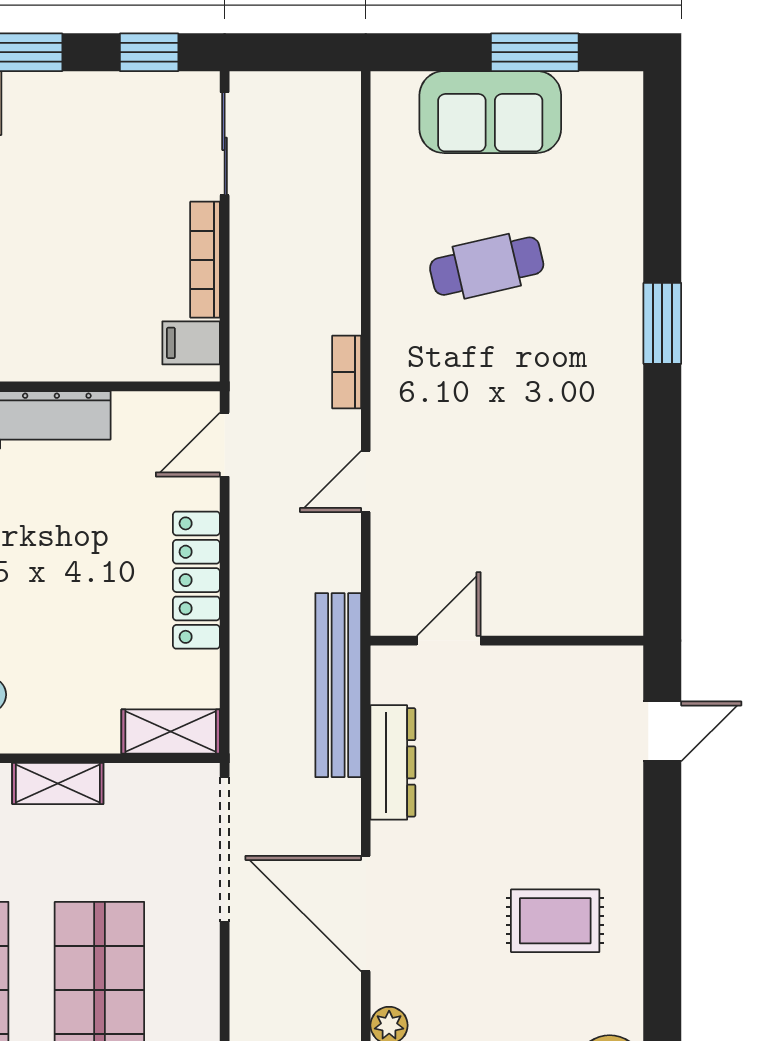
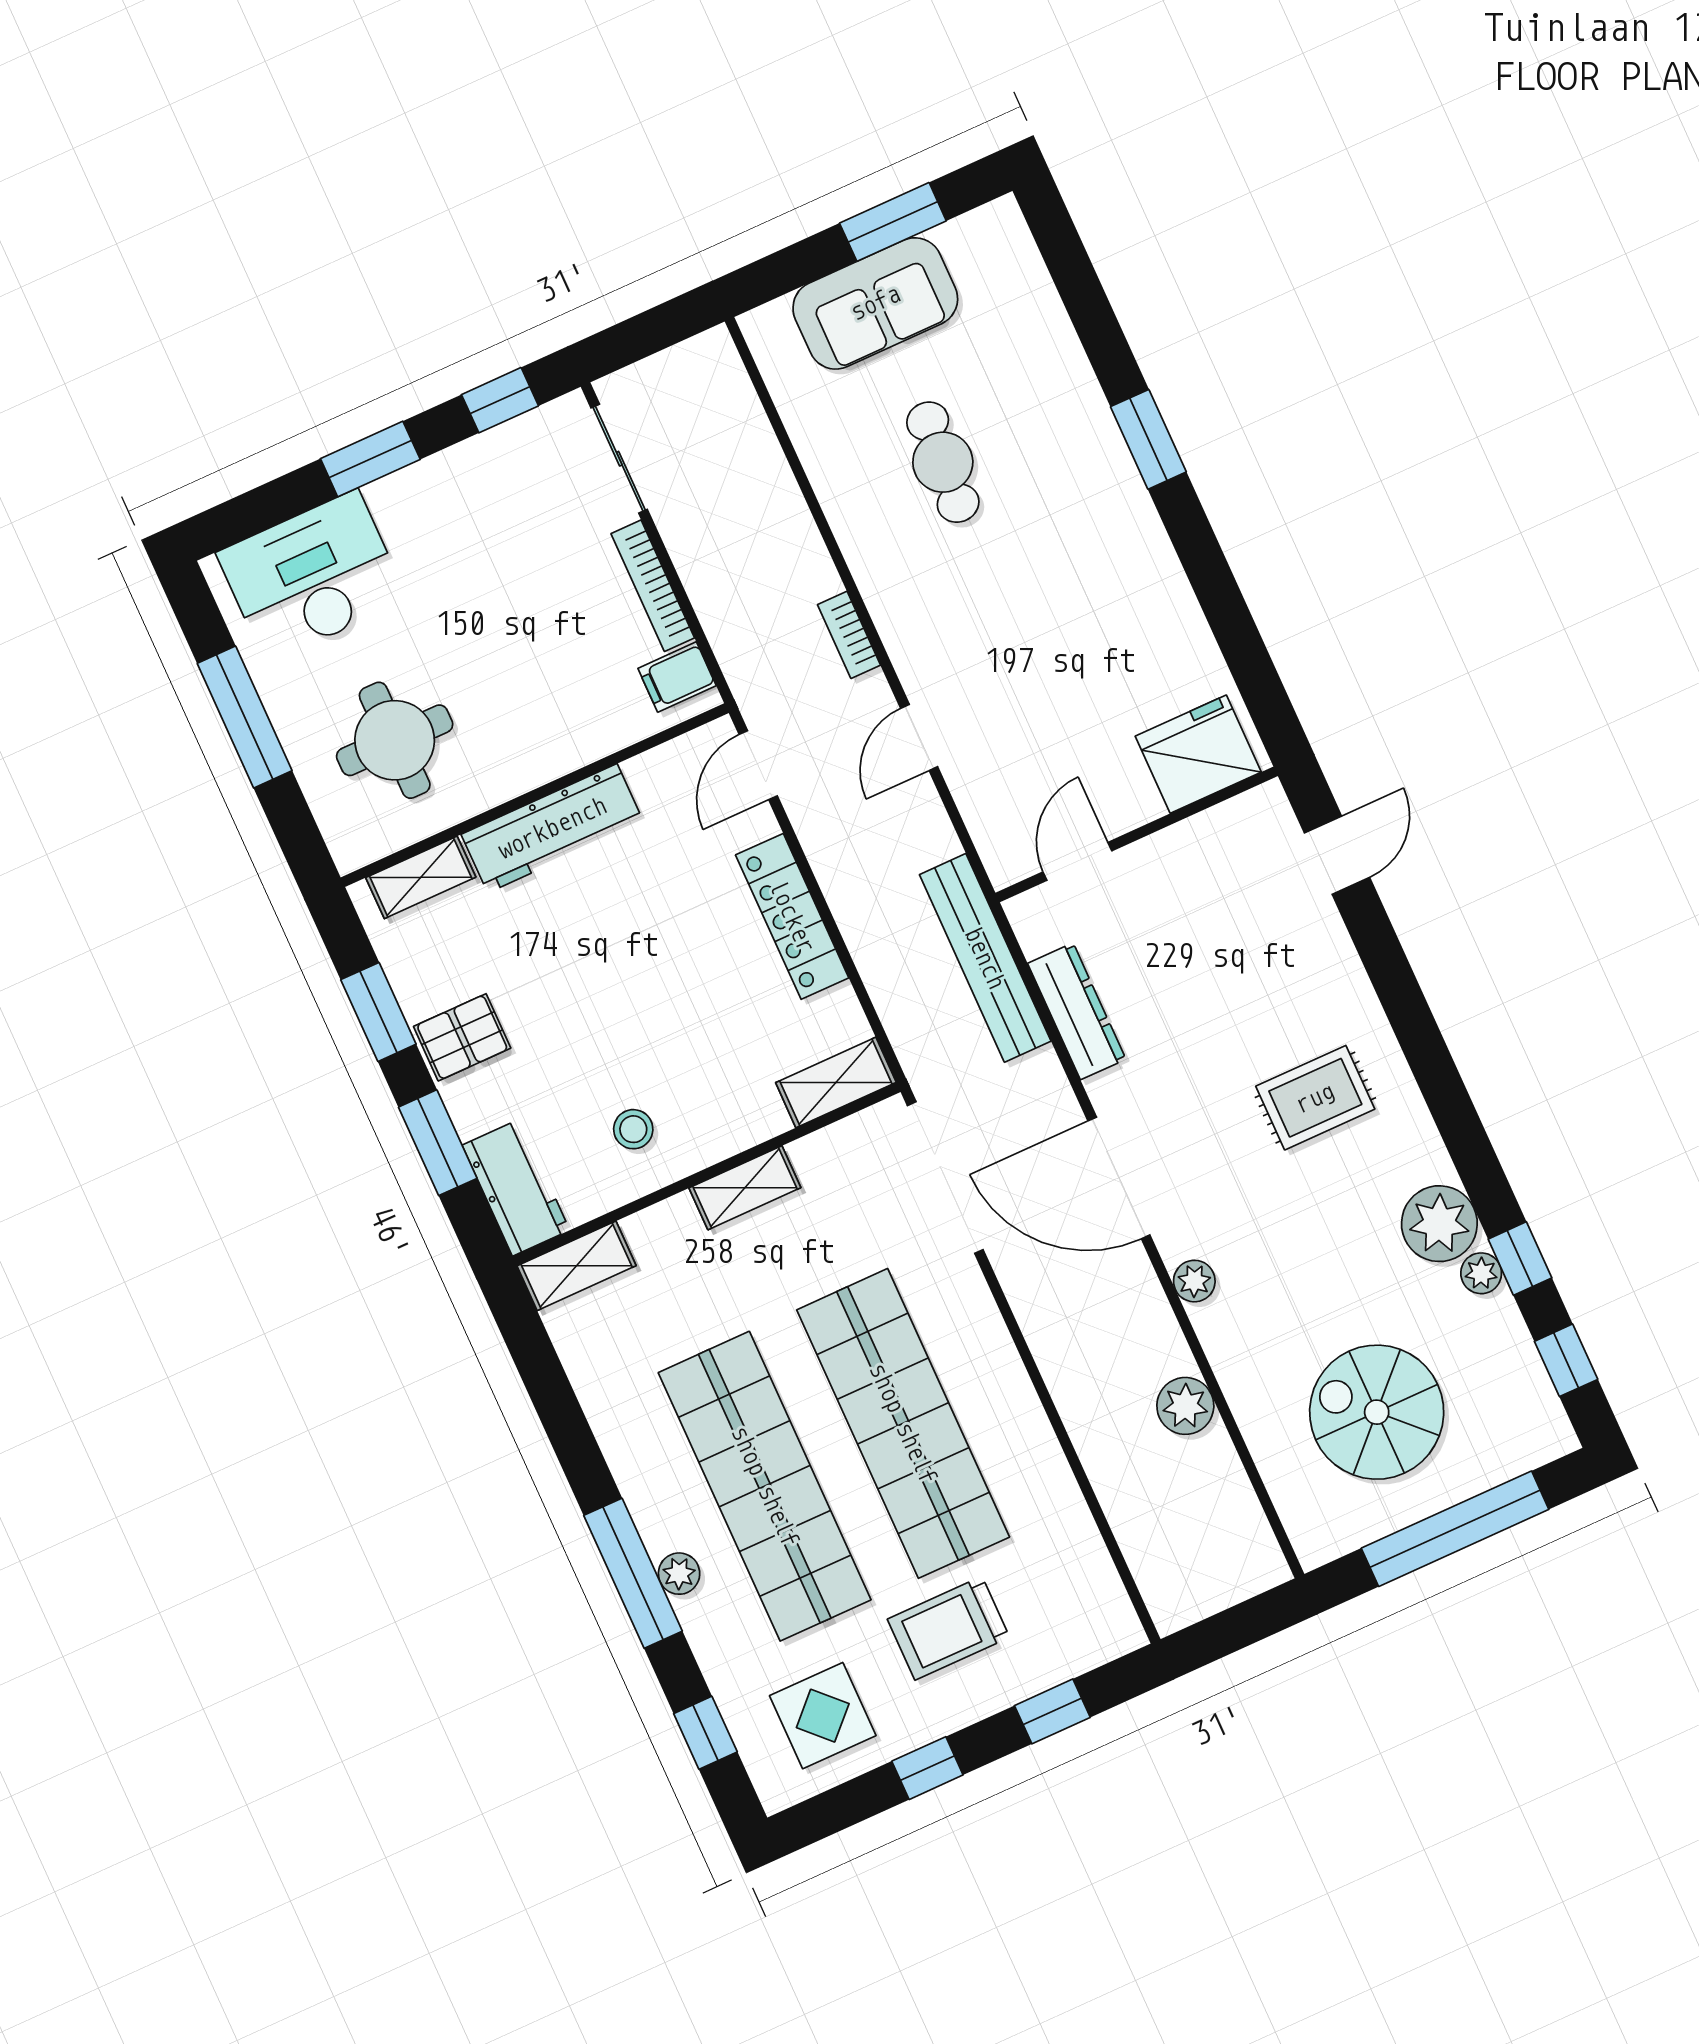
cafe table: (487, 266) -> (943, 462), turned -73
fridge: (587, 598) -> (1198, 754), added

